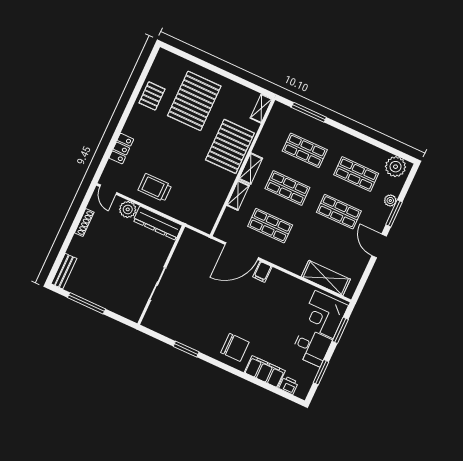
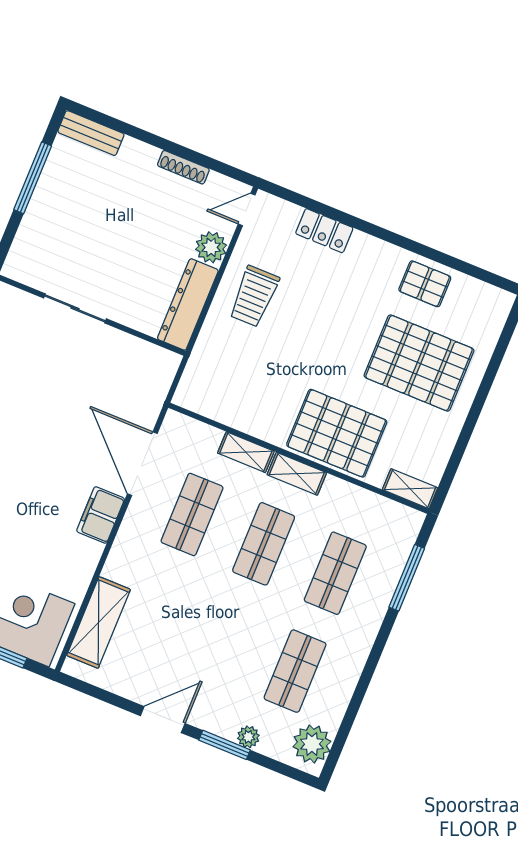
trolley: (155, 188) -> (254, 296), turned 180
shop shelf: (339, 212) -> (223, 642), removed
filing cabinet: (262, 272) -> (101, 515), width x2.00

